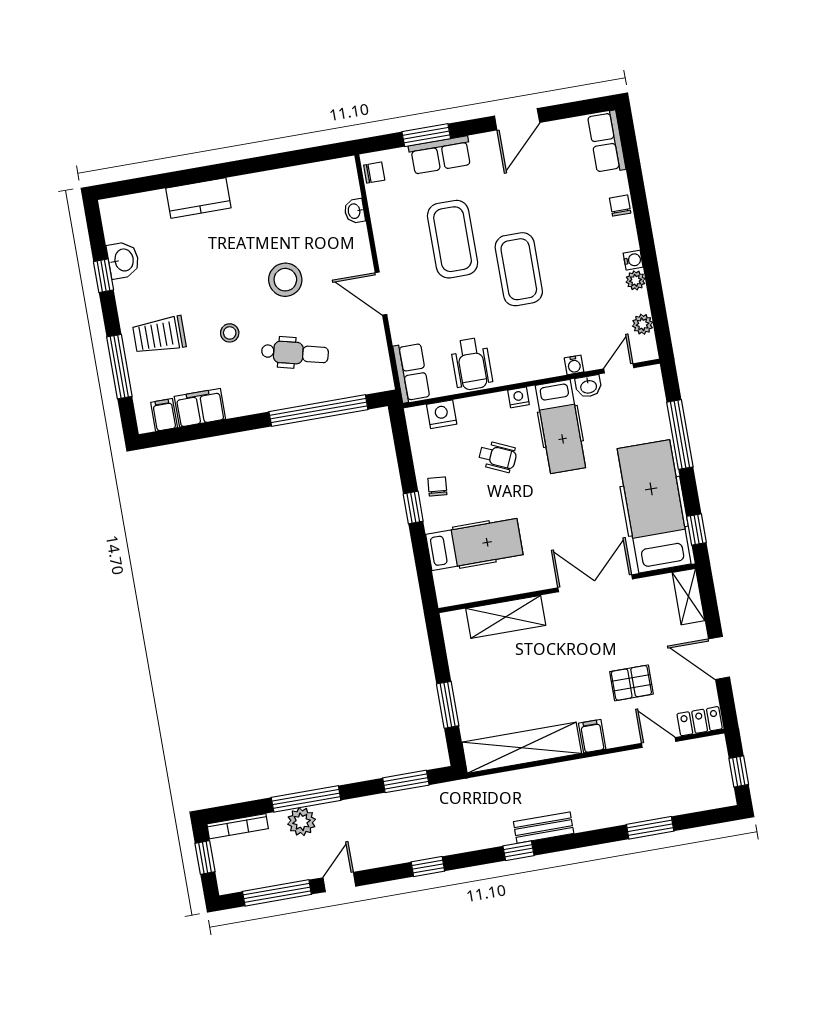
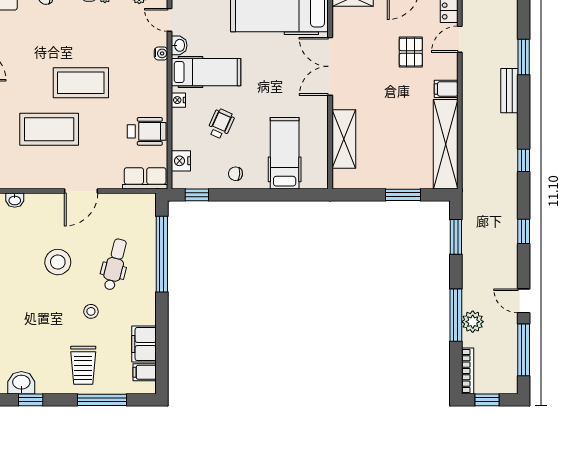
window: (413, 508) -> (197, 195), moved
bench: (544, 828) -> (509, 91), moved

